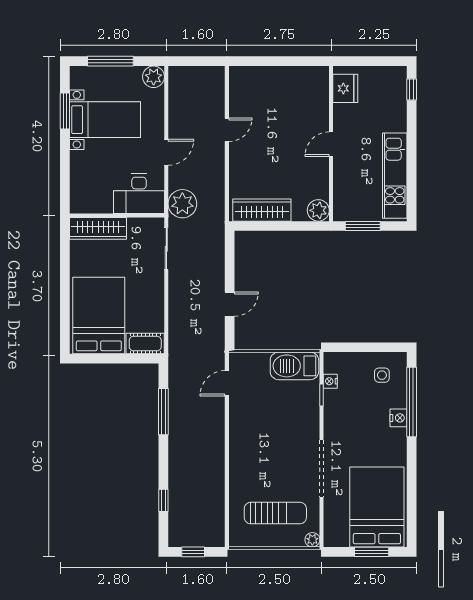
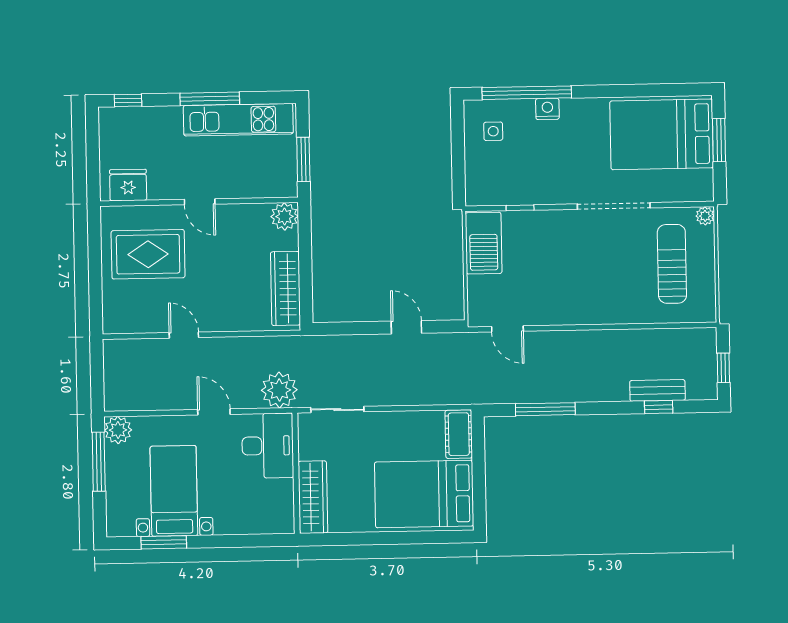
window: (110, 61) -> (99, 462), moved
rug: (291, 103) -> (148, 254), added
window: (412, 154) -> (210, 99), added
nightstand: (330, 381) -> (502, 197), removed
bench: (176, 500) -> (657, 390), added

